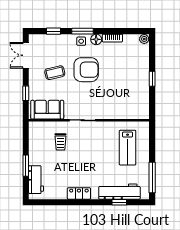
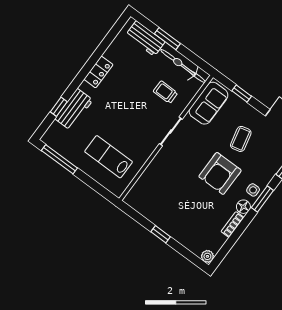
bicycle: (36, 143) -> (183, 66), added
workbench: (119, 192) -> (74, 109), width x0.73

